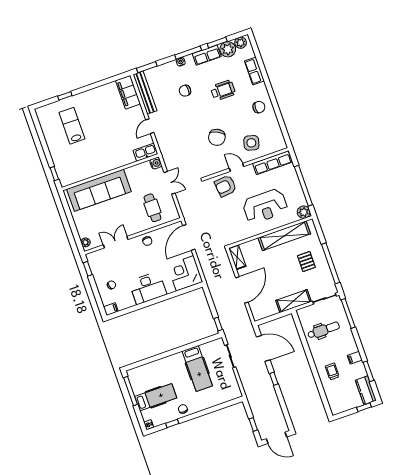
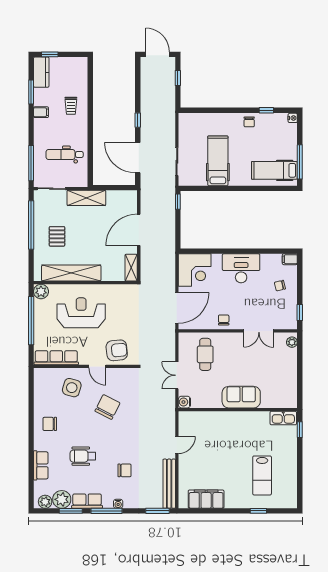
filing cabinet: (128, 92) -> (206, 499), moved, turned -90
kitchen sink: (146, 152) -> (283, 418), moved
sofa: (99, 190) -> (241, 397), width x0.54, depth x0.79
hospital bed: (156, 397) -> (274, 170), moved

